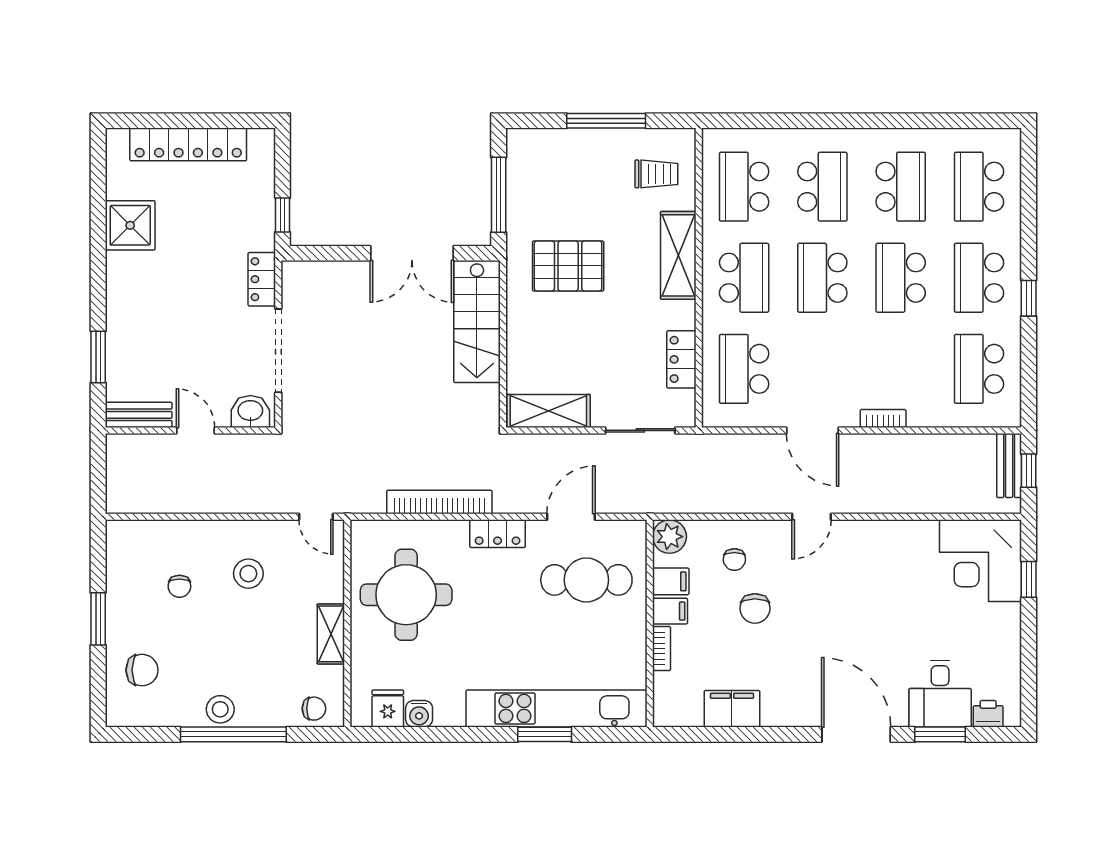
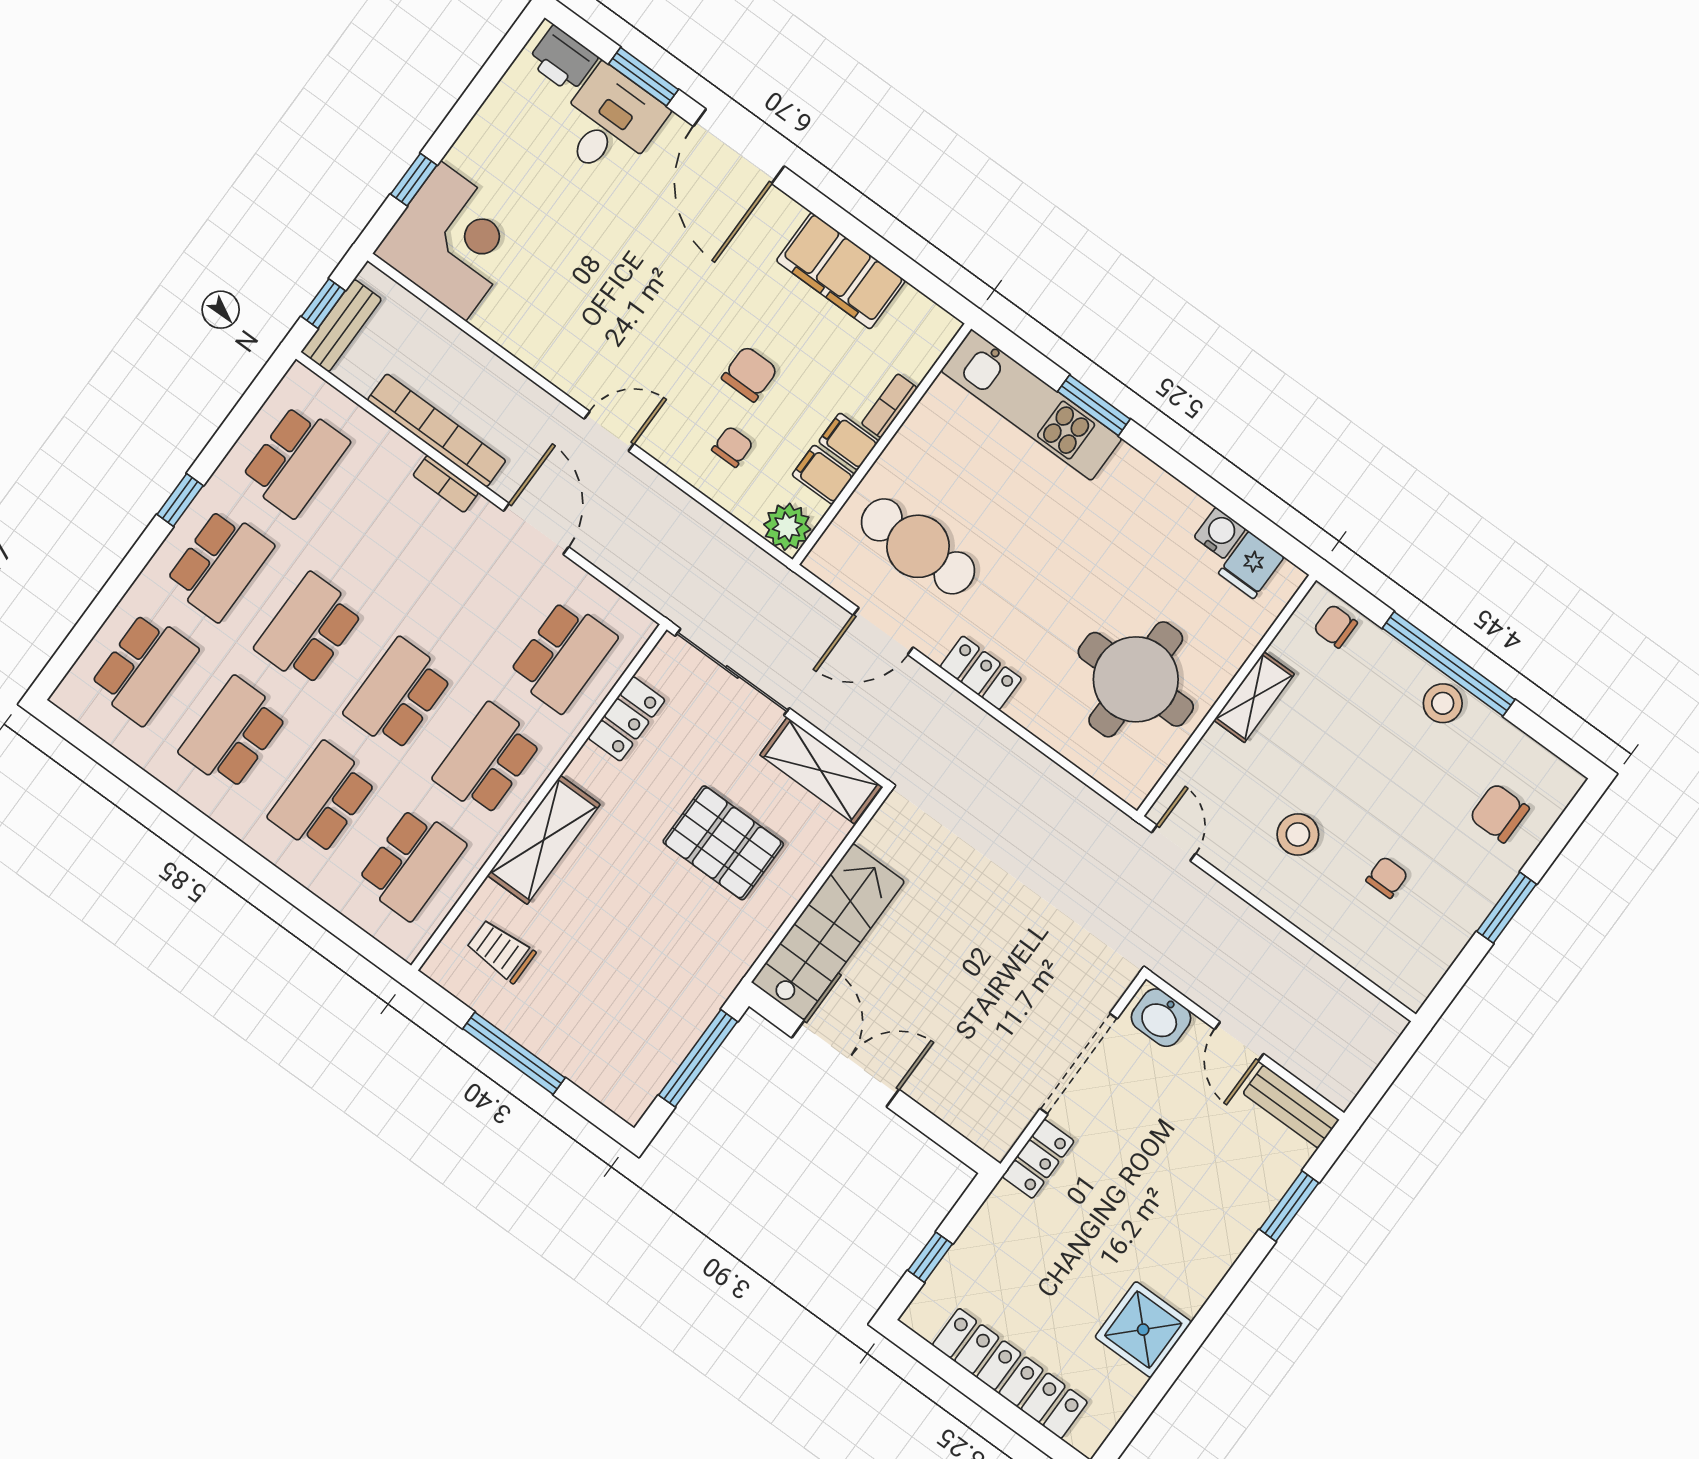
window: (283, 215) -> (930, 1257), moved
pallet: (568, 266) -> (723, 843), moved
school desk: (822, 278) -> (398, 695), turned 180
school desk: (901, 278) -> (309, 630), turned 180
sliding door: (640, 430) -> (732, 672), width x1.37
bookcase: (439, 502) -> (437, 430), moved, turned 180
kitchen unit: (557, 708) -> (1031, 405), width x0.73
filing cabinet: (732, 709) -> (841, 271), width x1.50, depth x1.17
printer: (988, 714) -> (563, 59), width x1.36, depth x1.24

